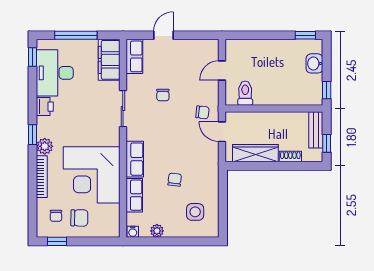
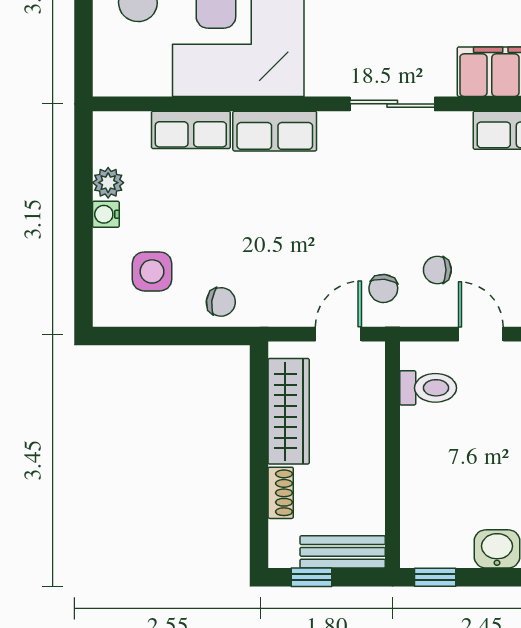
chair: (163, 95) -> (437, 270), moved
chair: (175, 180) -> (221, 302), moved
water cooler: (133, 232) -> (106, 214), moved

